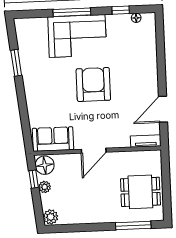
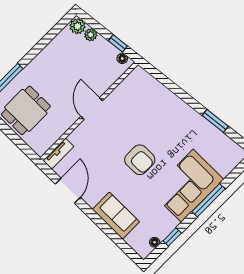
armchair: (93, 84) -> (140, 160), width x0.73, depth x0.73
sofa: (53, 139) -> (116, 216), moved, turned -90
floor lamp: (45, 165) -> (122, 58), width x0.53, depth x0.53
plant: (45, 187) -> (91, 35), moved

